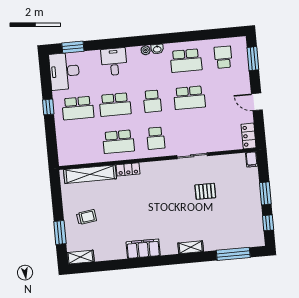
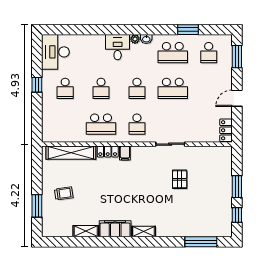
window: (73, 47) -> (188, 30), moved
school desk: (223, 57) -> (209, 53), turned 180
desk: (114, 62) -> (118, 47), moved
door: (257, 102) -> (237, 98), hinge flipped
school desk: (115, 105) -> (101, 88), width x0.54
school desk: (78, 108) -> (65, 88), width x0.54
filing cabinet: (252, 159) -> (125, 153), moved
pallet: (205, 191) -> (180, 179), turned 90
shelving: (191, 247) -> (144, 232), moved
shelving: (80, 257) -> (86, 231), moved

